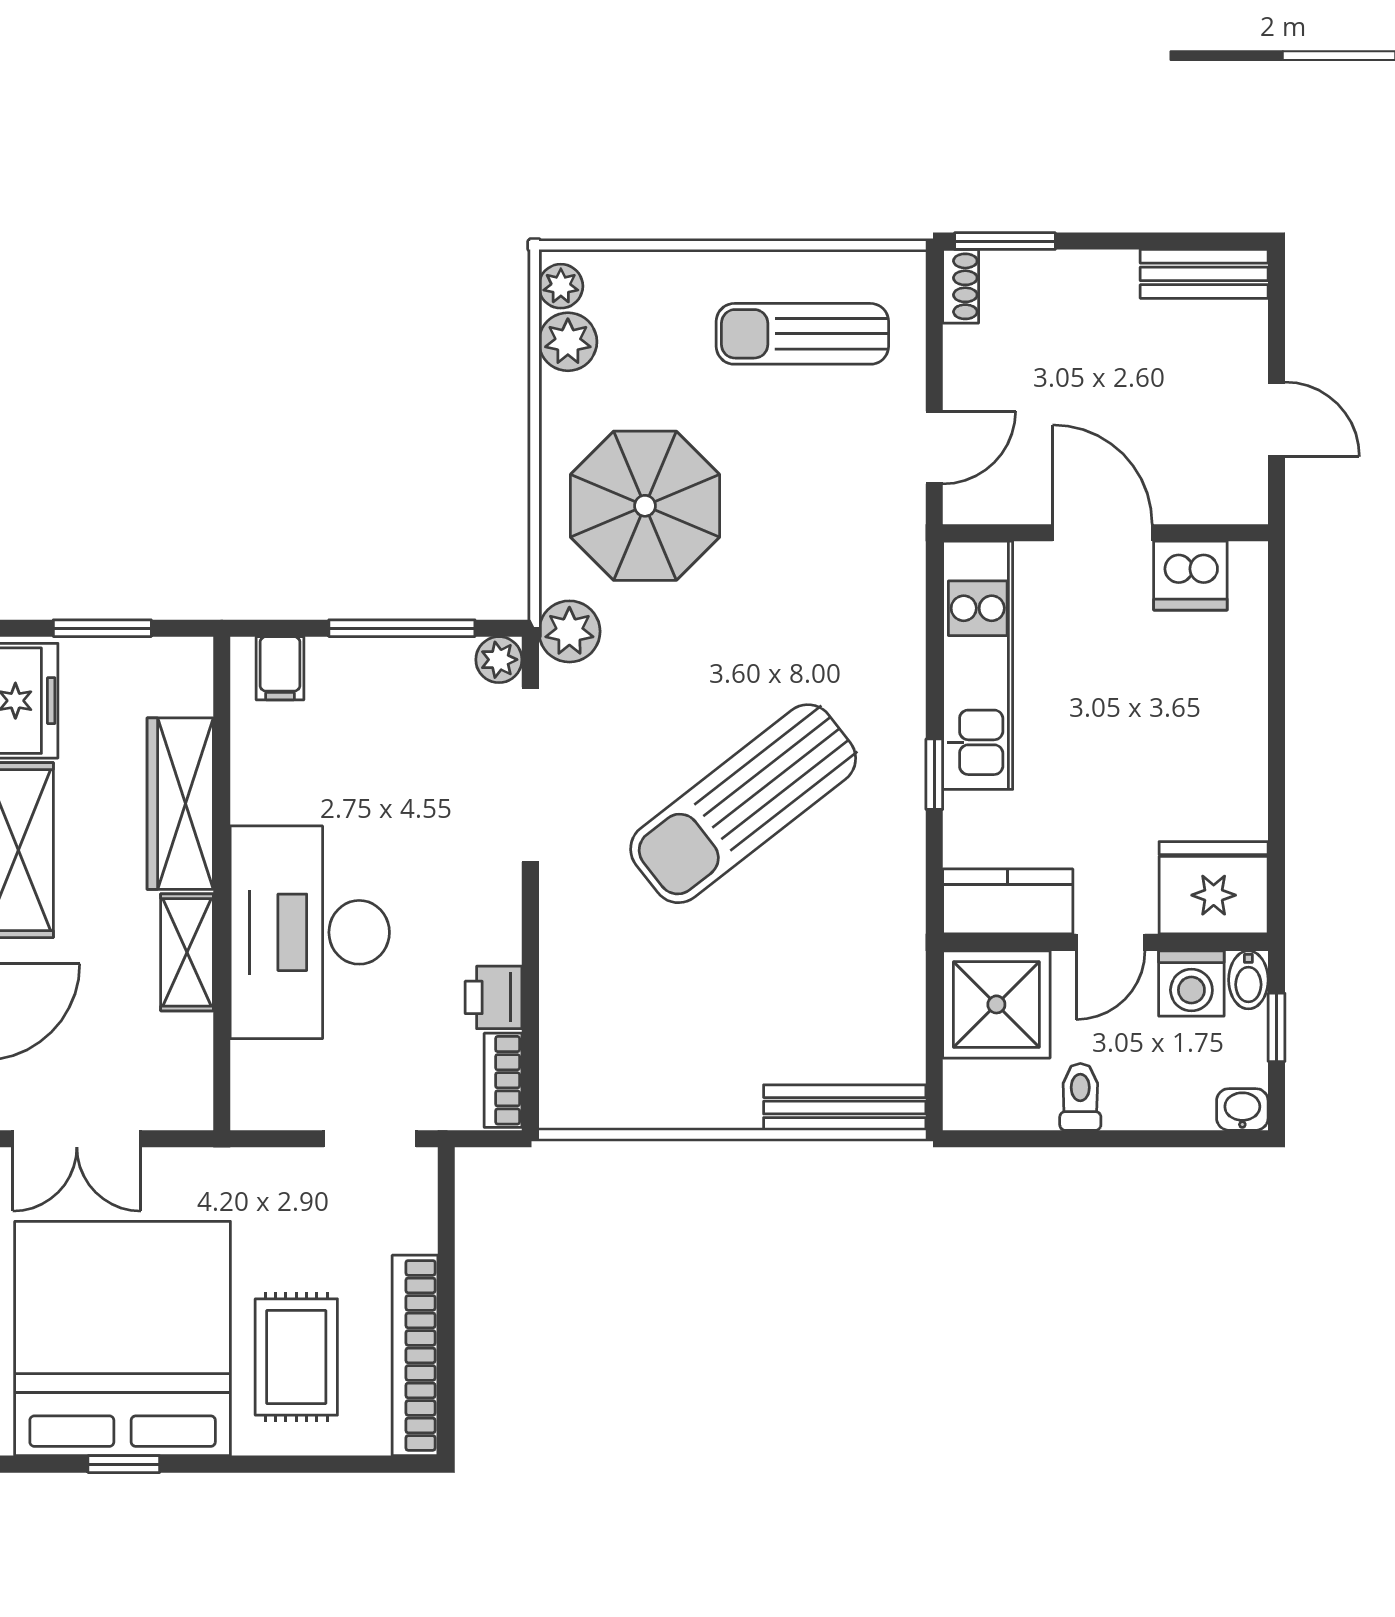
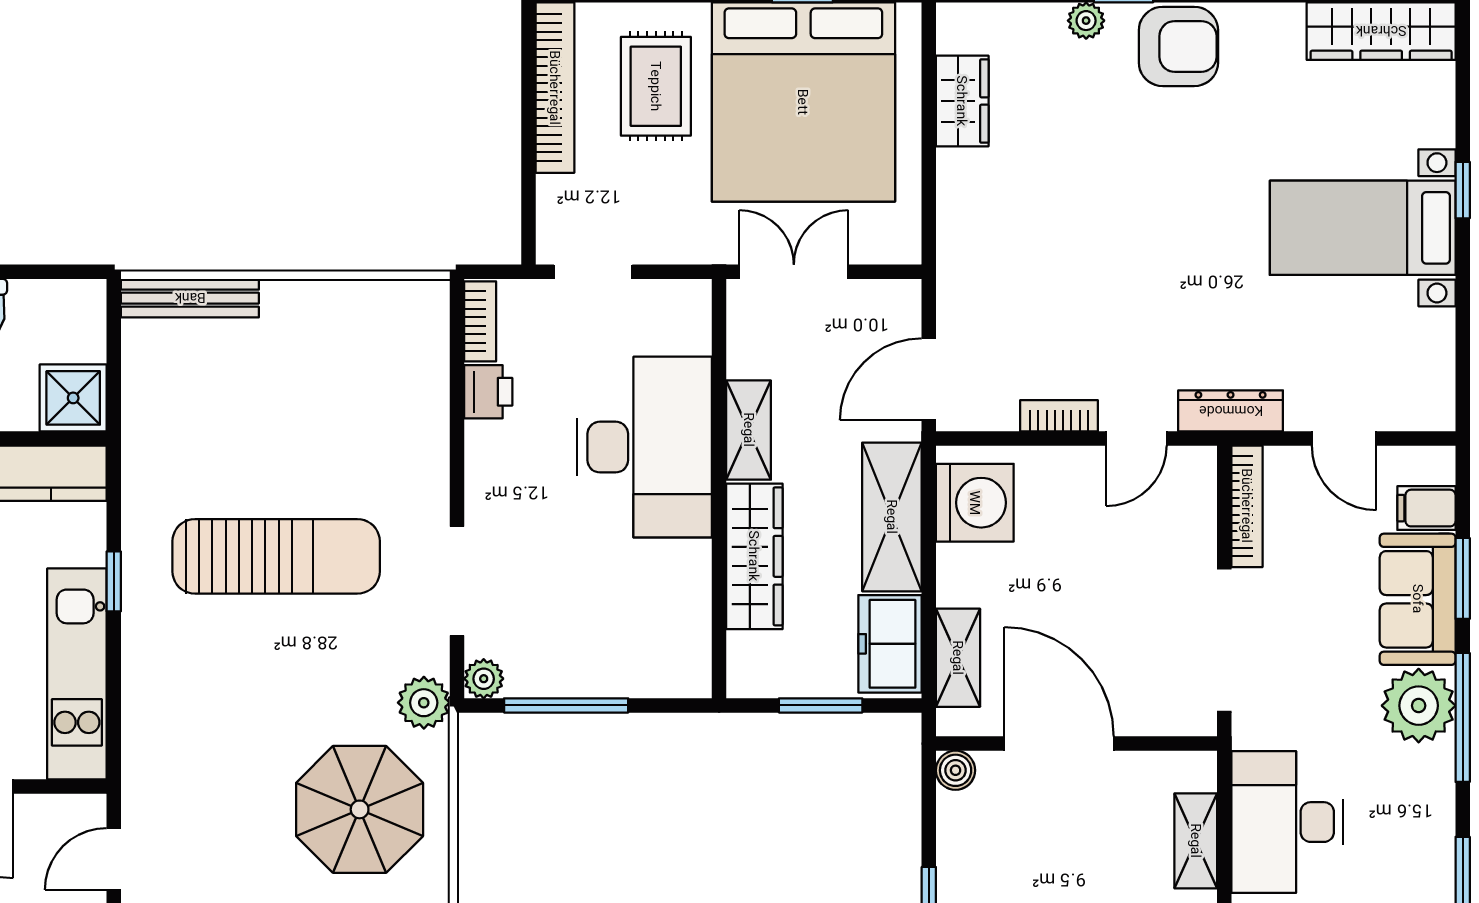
filing cabinet: (280, 668) -> (670, 671), removed
doorway: (530, 775) -> (457, 581), width x0.73
sun lounger: (743, 804) -> (276, 556), turned 38
shower: (996, 1004) -> (73, 398), width x0.73, depth x0.73
double door: (77, 1139) -> (794, 272), moved

